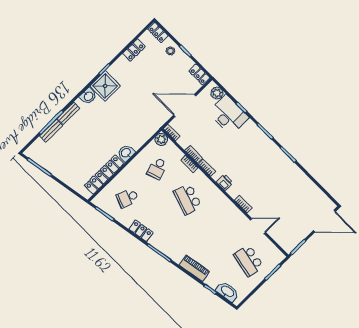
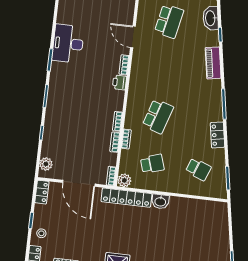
desk: (228, 115) -> (68, 44), moved
locker: (104, 175) -> (126, 198), moved
printer: (225, 182) -> (119, 82), moved

